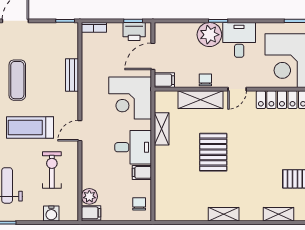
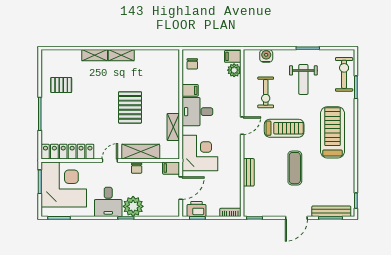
shelving: (279, 214) -> (95, 55), moved

